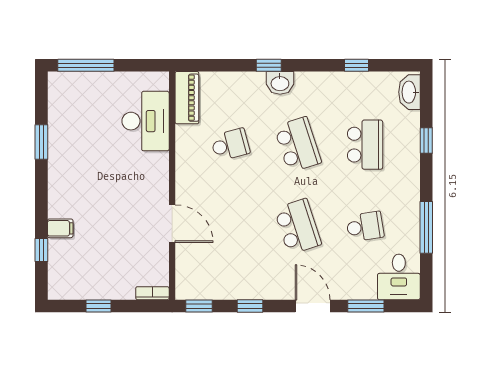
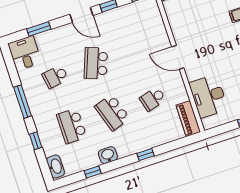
washbasin: (280, 83) -> (108, 155), moved
door: (172, 224) -> (178, 57), moved
school desk: (298, 227) -> (96, 63), turned 39
window: (426, 227) -> (23, 102), moved
door: (313, 306) -> (81, 15), moved

